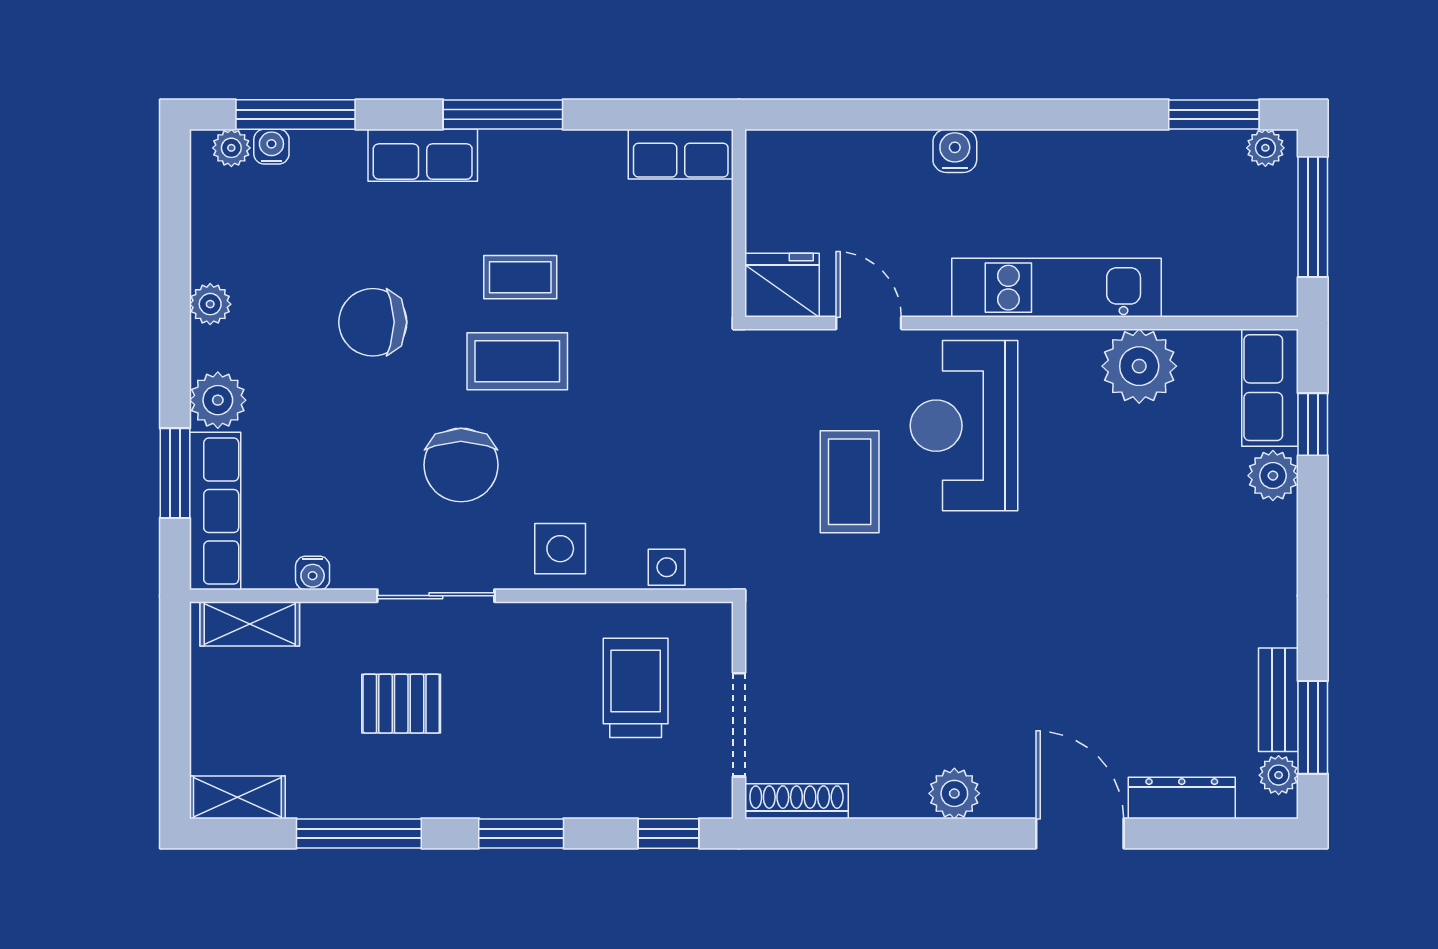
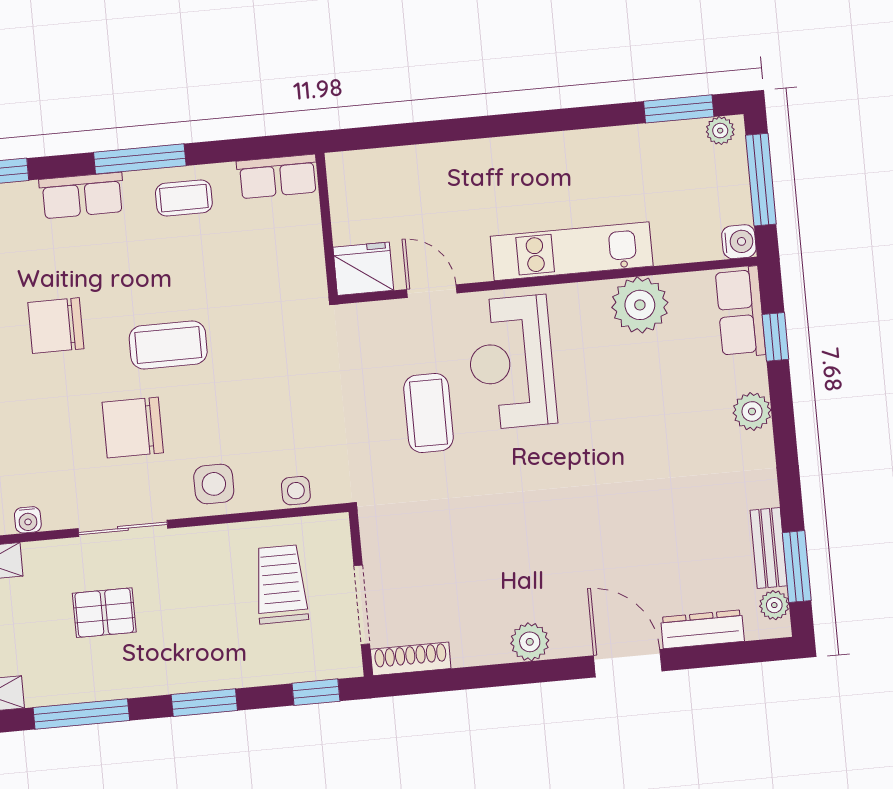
water cooler: (955, 151) -> (739, 242), moved, turned 90
coffee table: (520, 277) -> (184, 198), moved
chair: (461, 465) -> (133, 428), turned 90
plant: (1273, 476) -> (752, 411), moved

